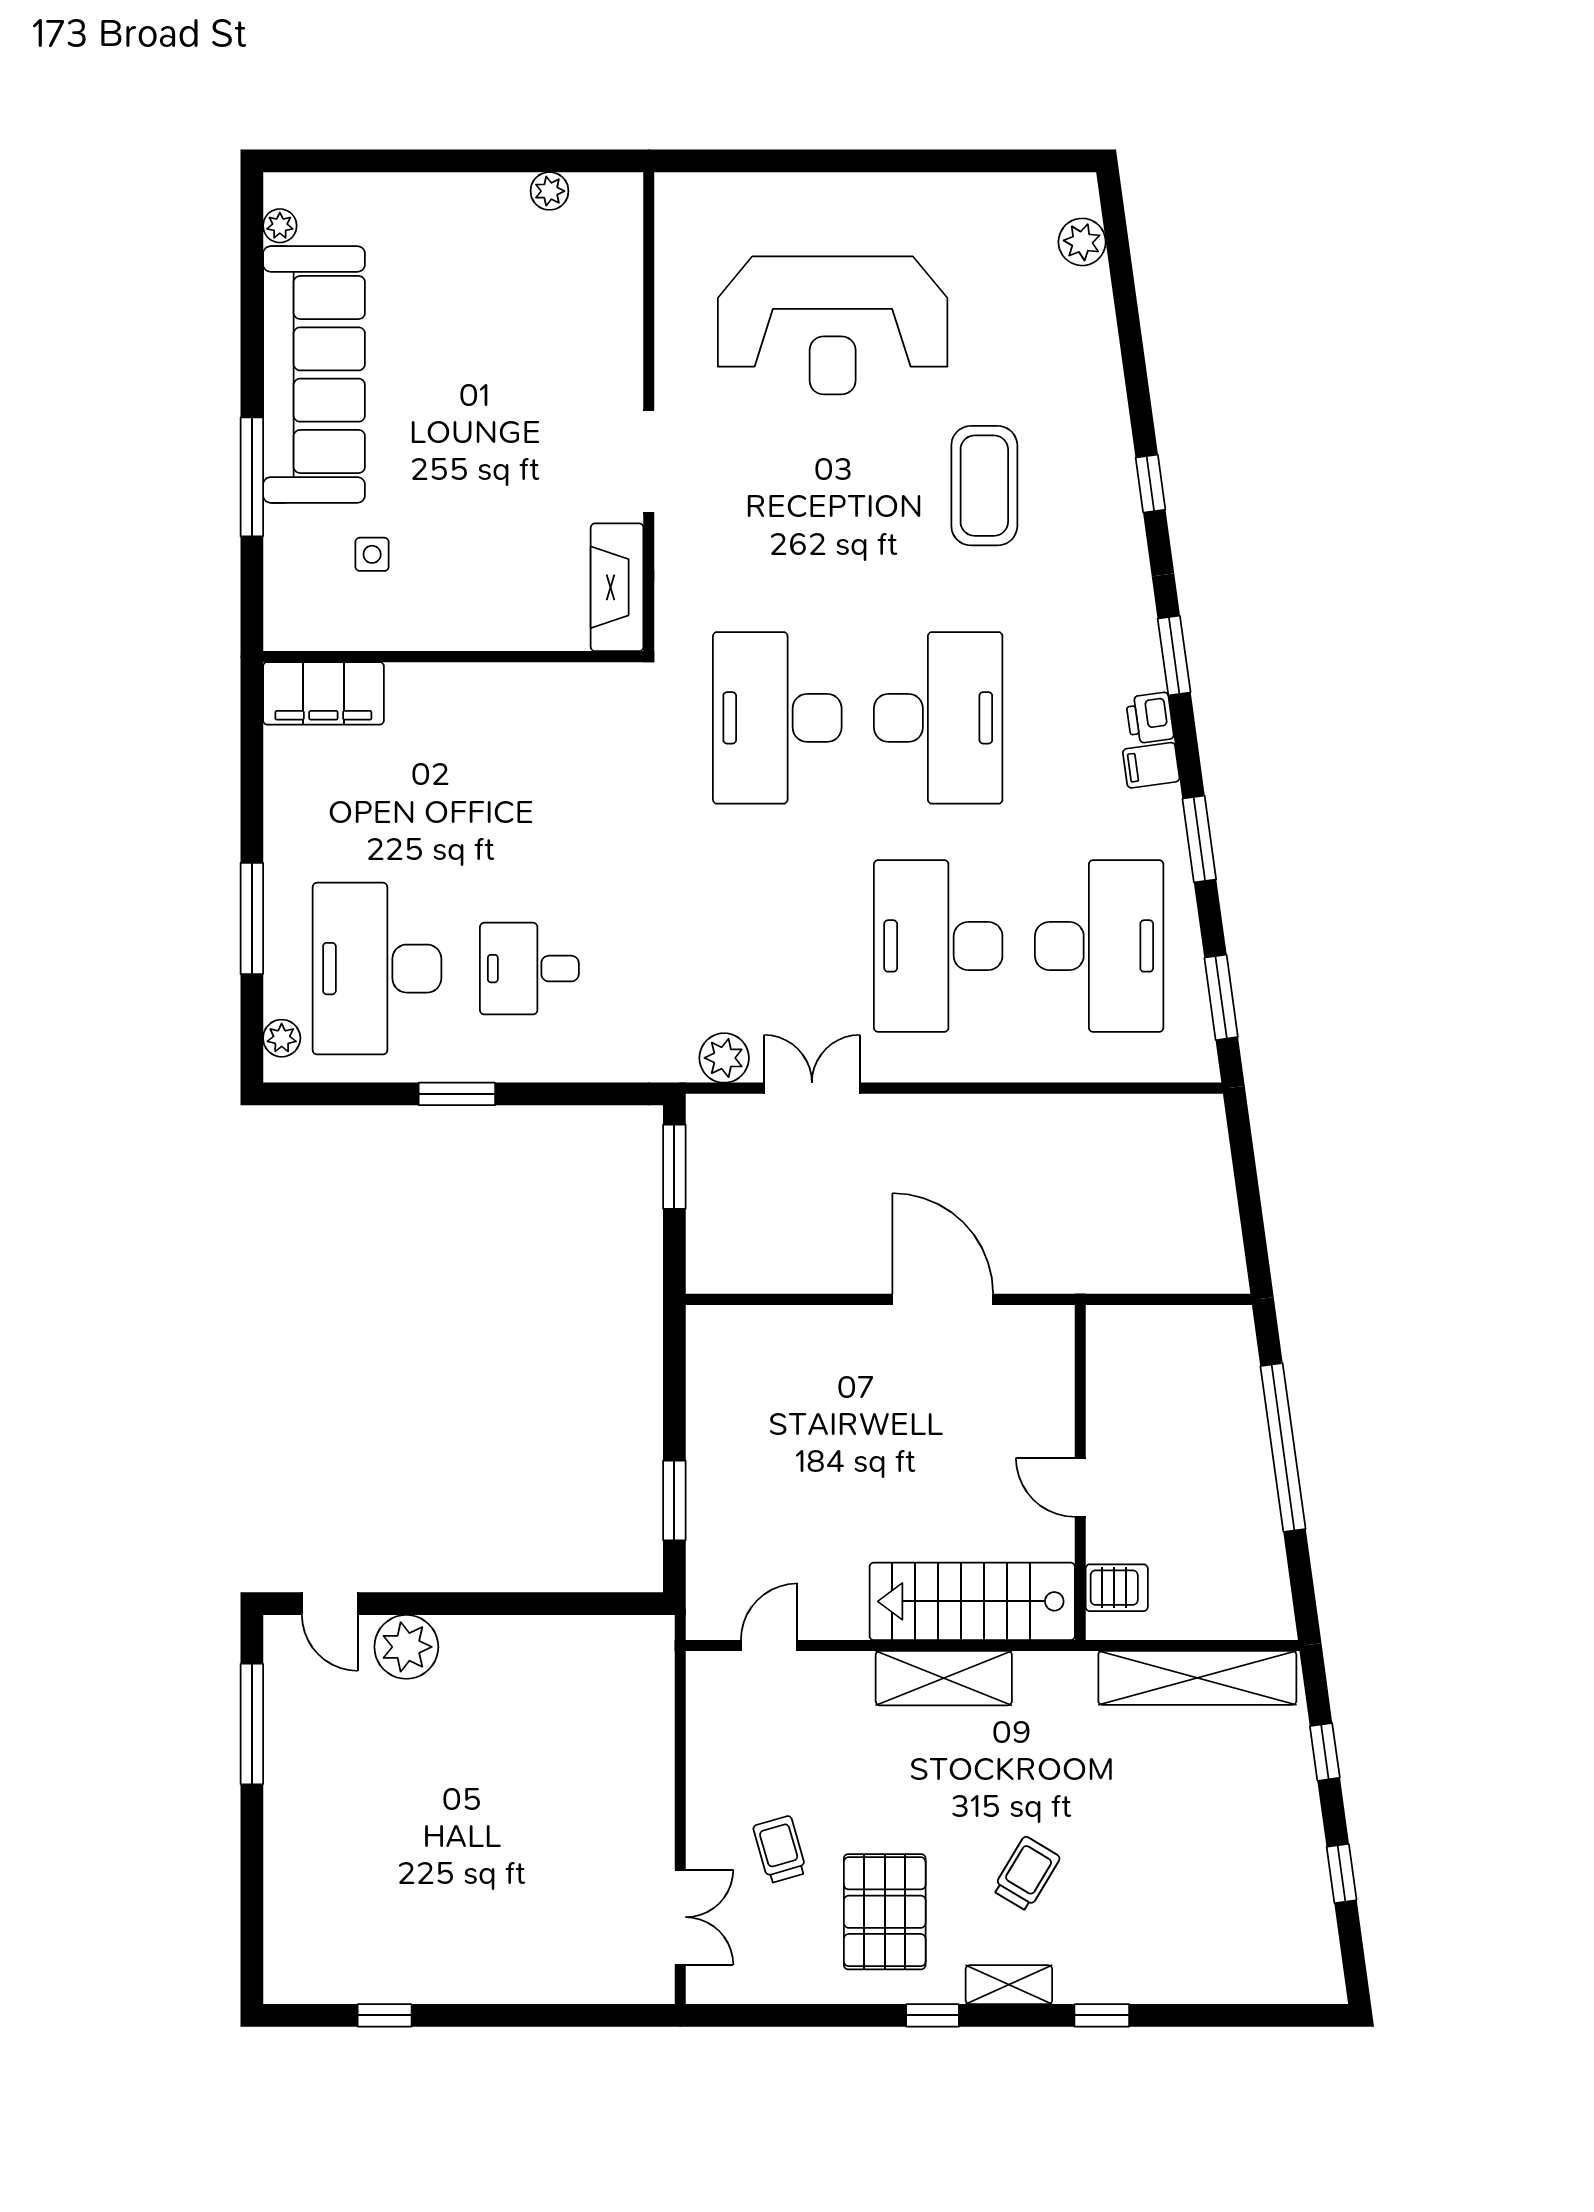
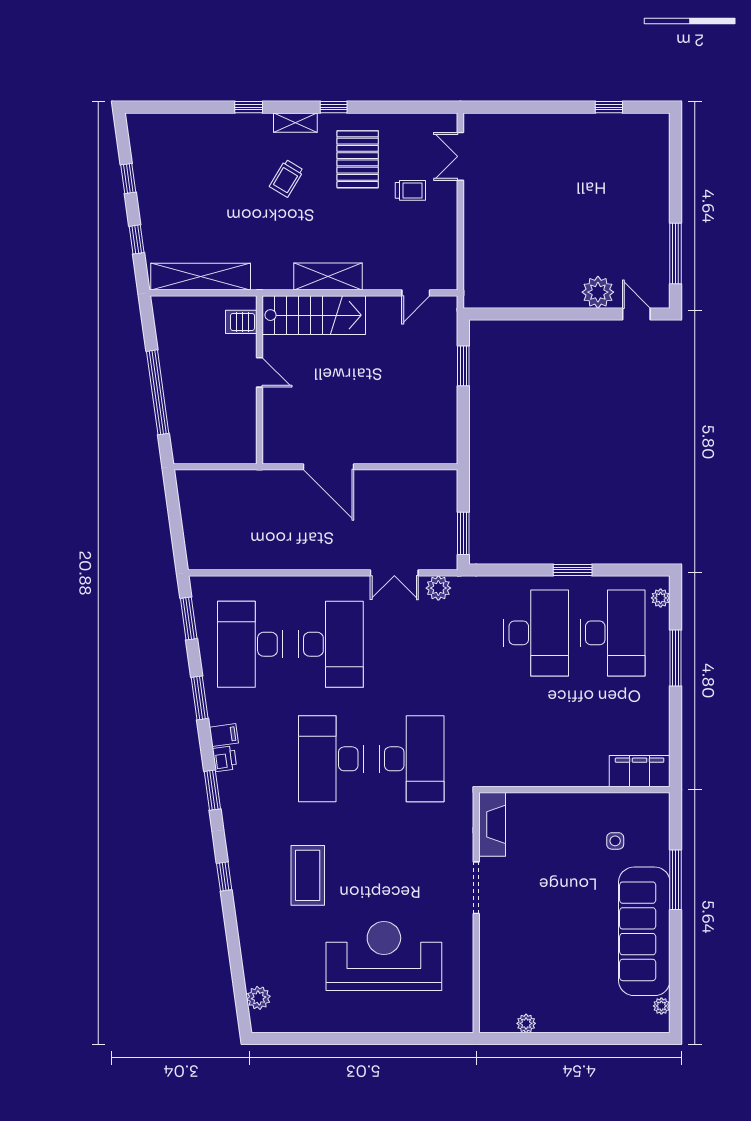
desk: (529, 969) -> (536, 633), width x1.87, depth x1.30
trolley: (780, 1849) -> (410, 190), turned -74

